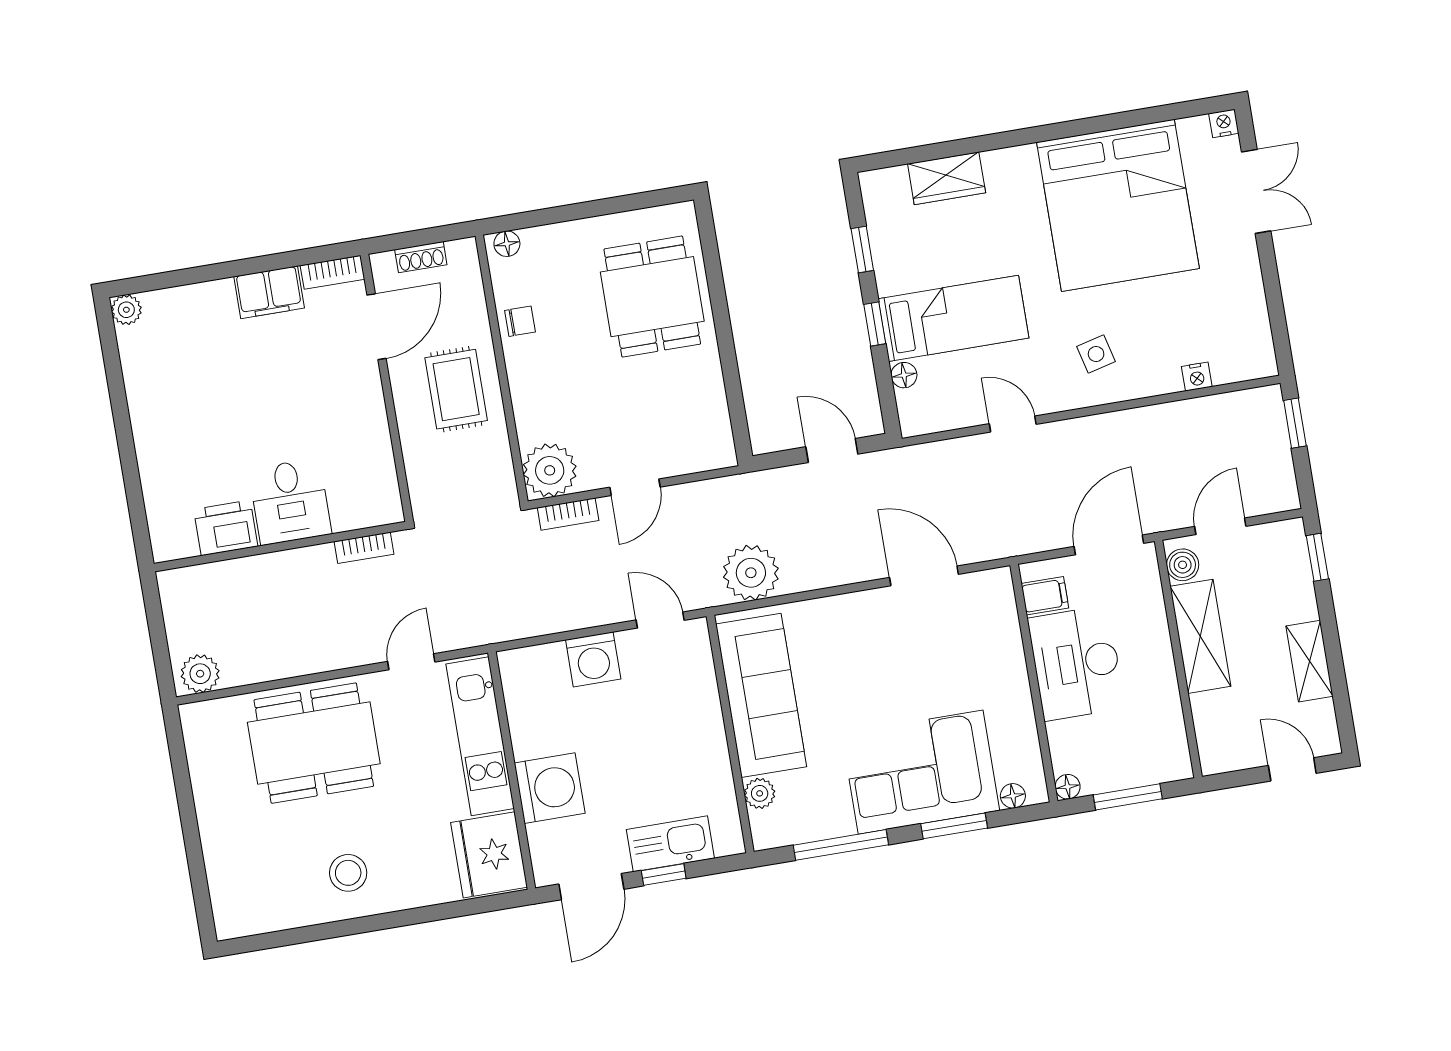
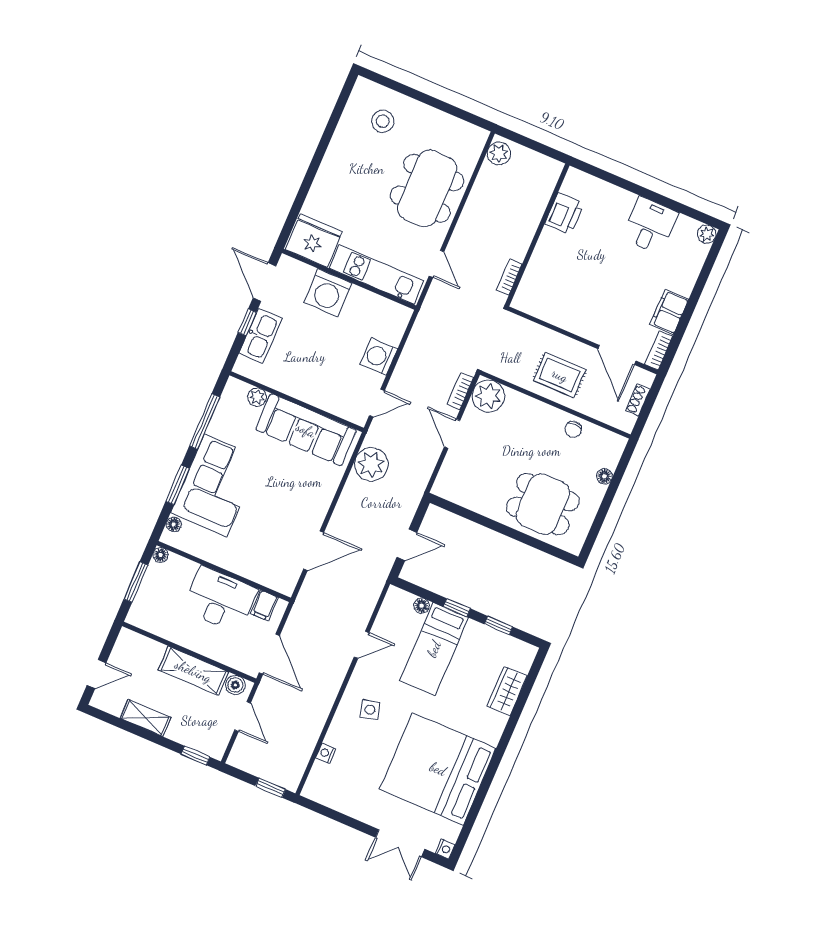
floor lamp: (507, 244) -> (604, 476), moved
desk: (290, 502) -> (650, 225), moved, turned 90
stool: (348, 873) -> (383, 121), moved

